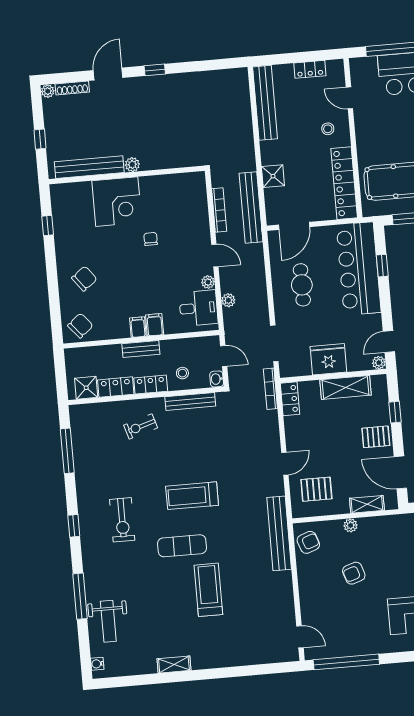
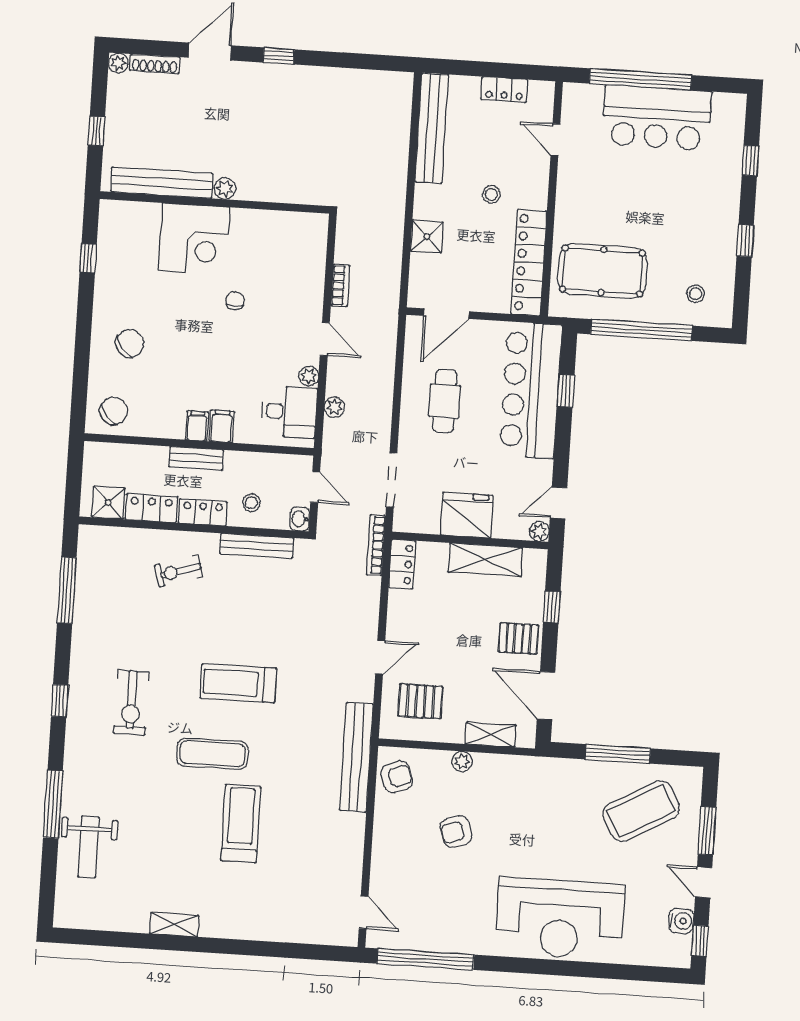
stool: (328, 129) -> (491, 194), moved
bench: (251, 207) -> (388, 277), removed
bookcase: (219, 210) -> (340, 285), width x0.64
water cooler: (97, 664) -> (63, 906), removed

